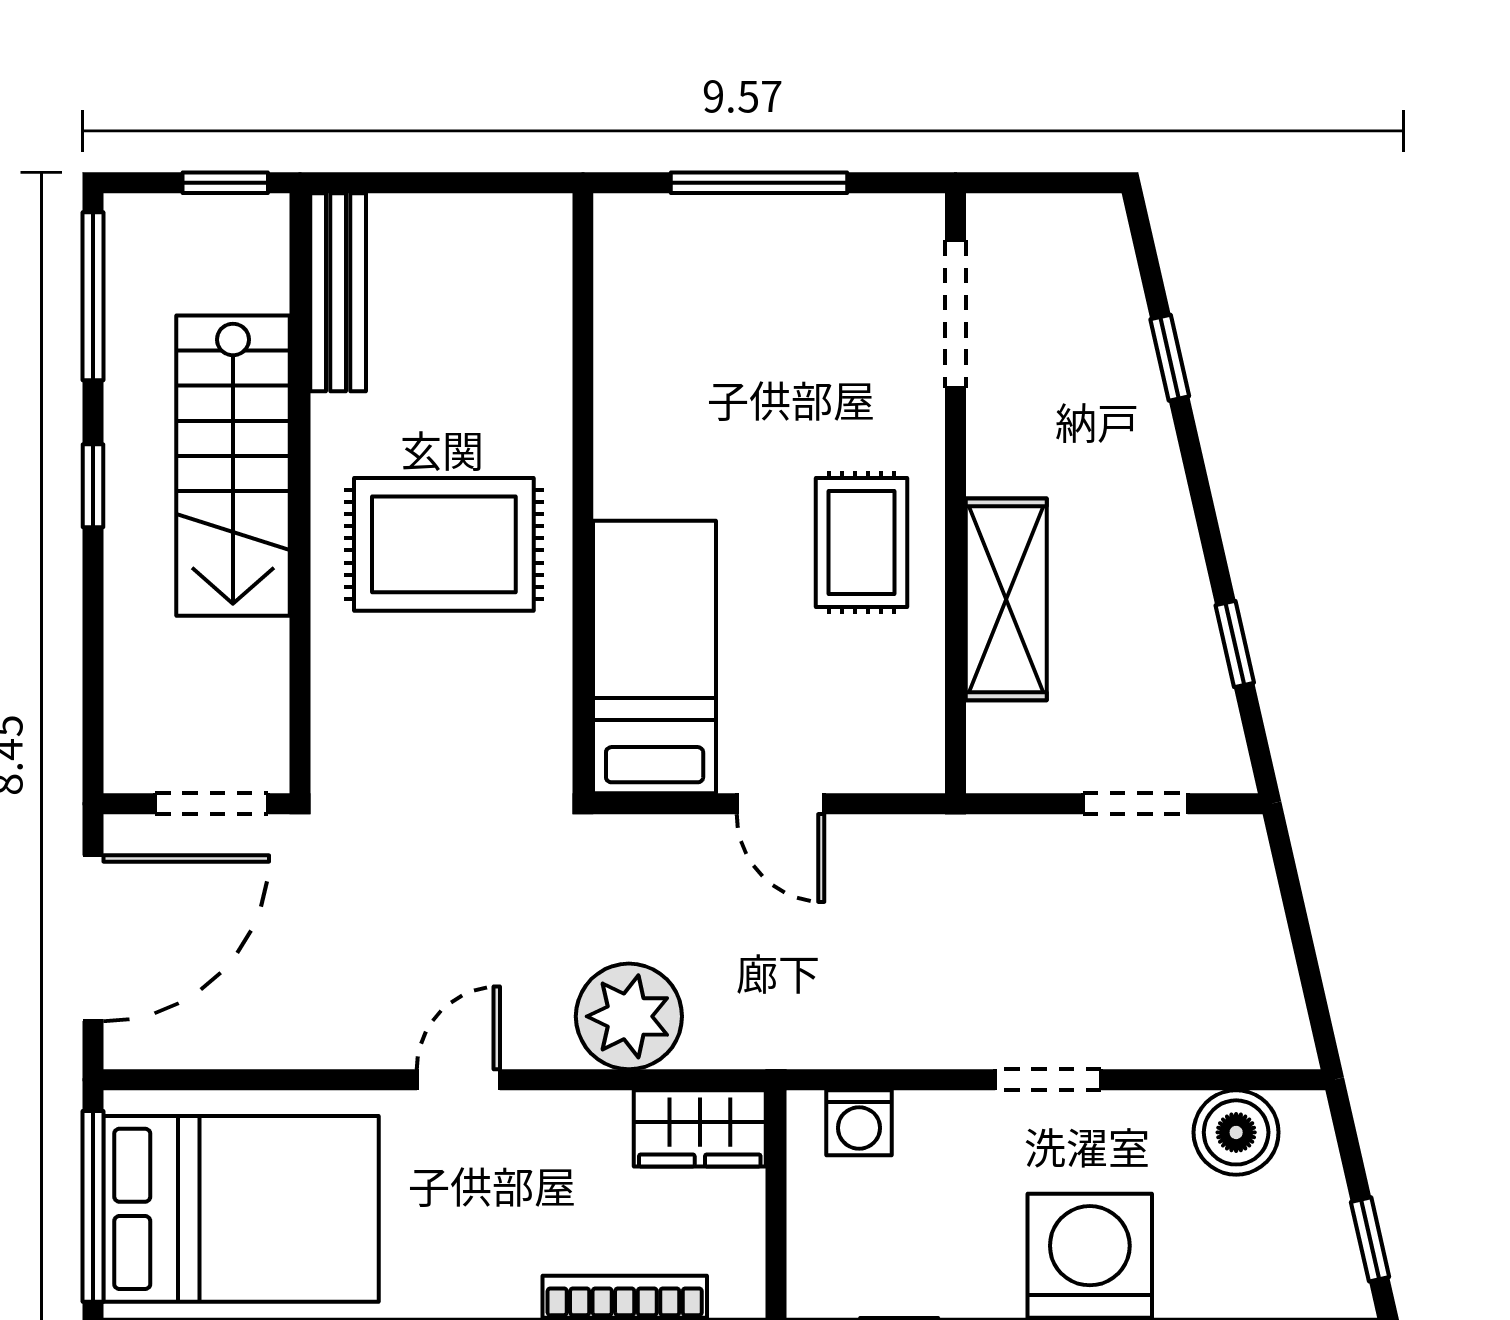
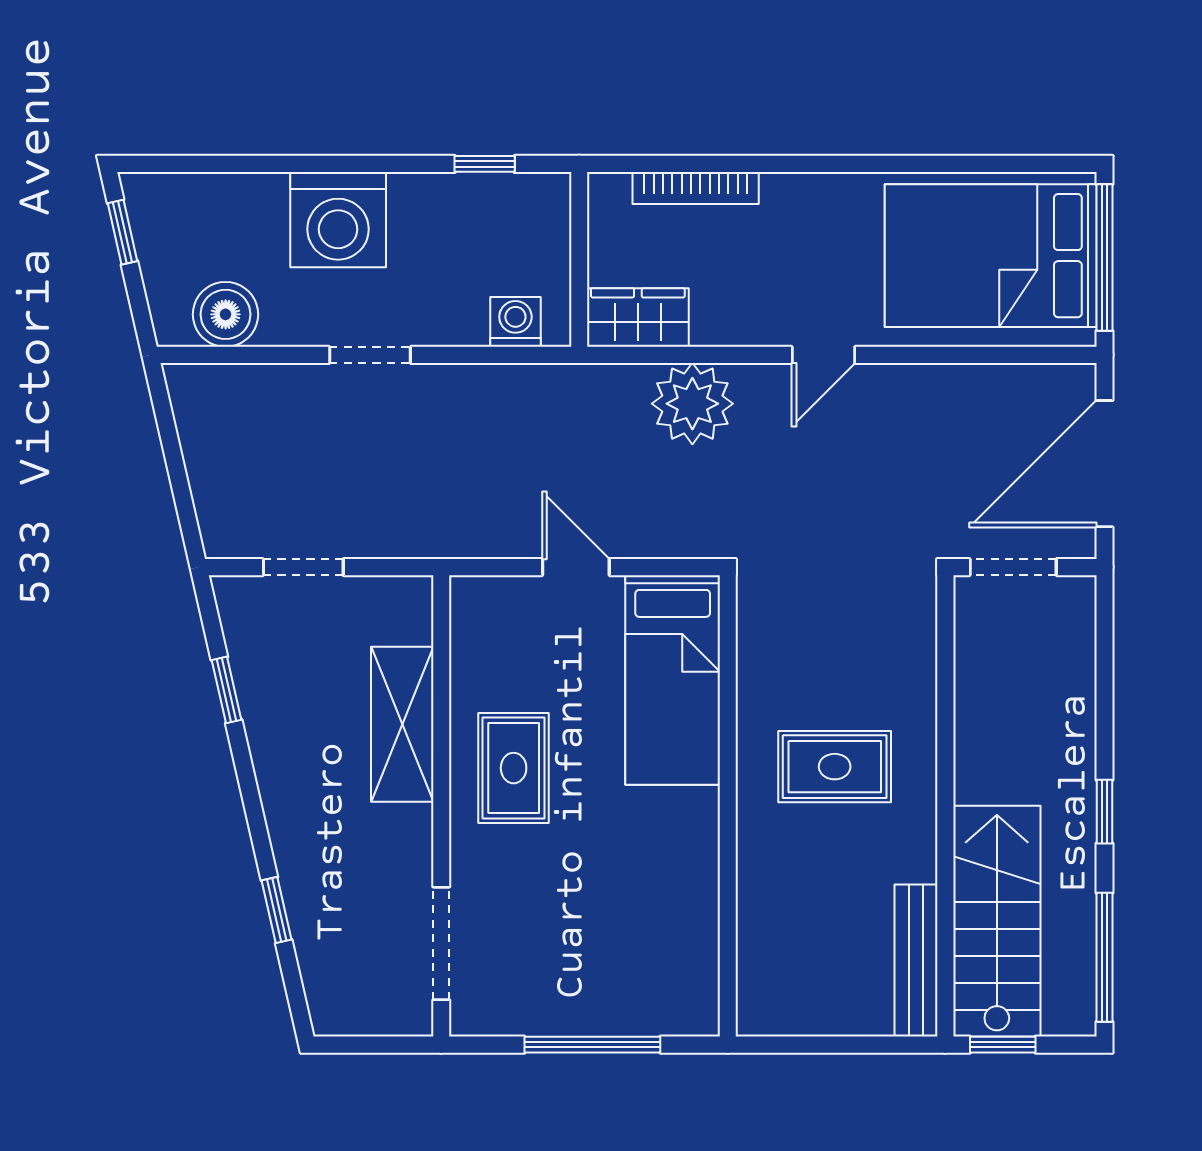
stairs: (233, 466) -> (997, 921), moved
rug: (444, 544) -> (835, 767), width x0.73, depth x0.70

